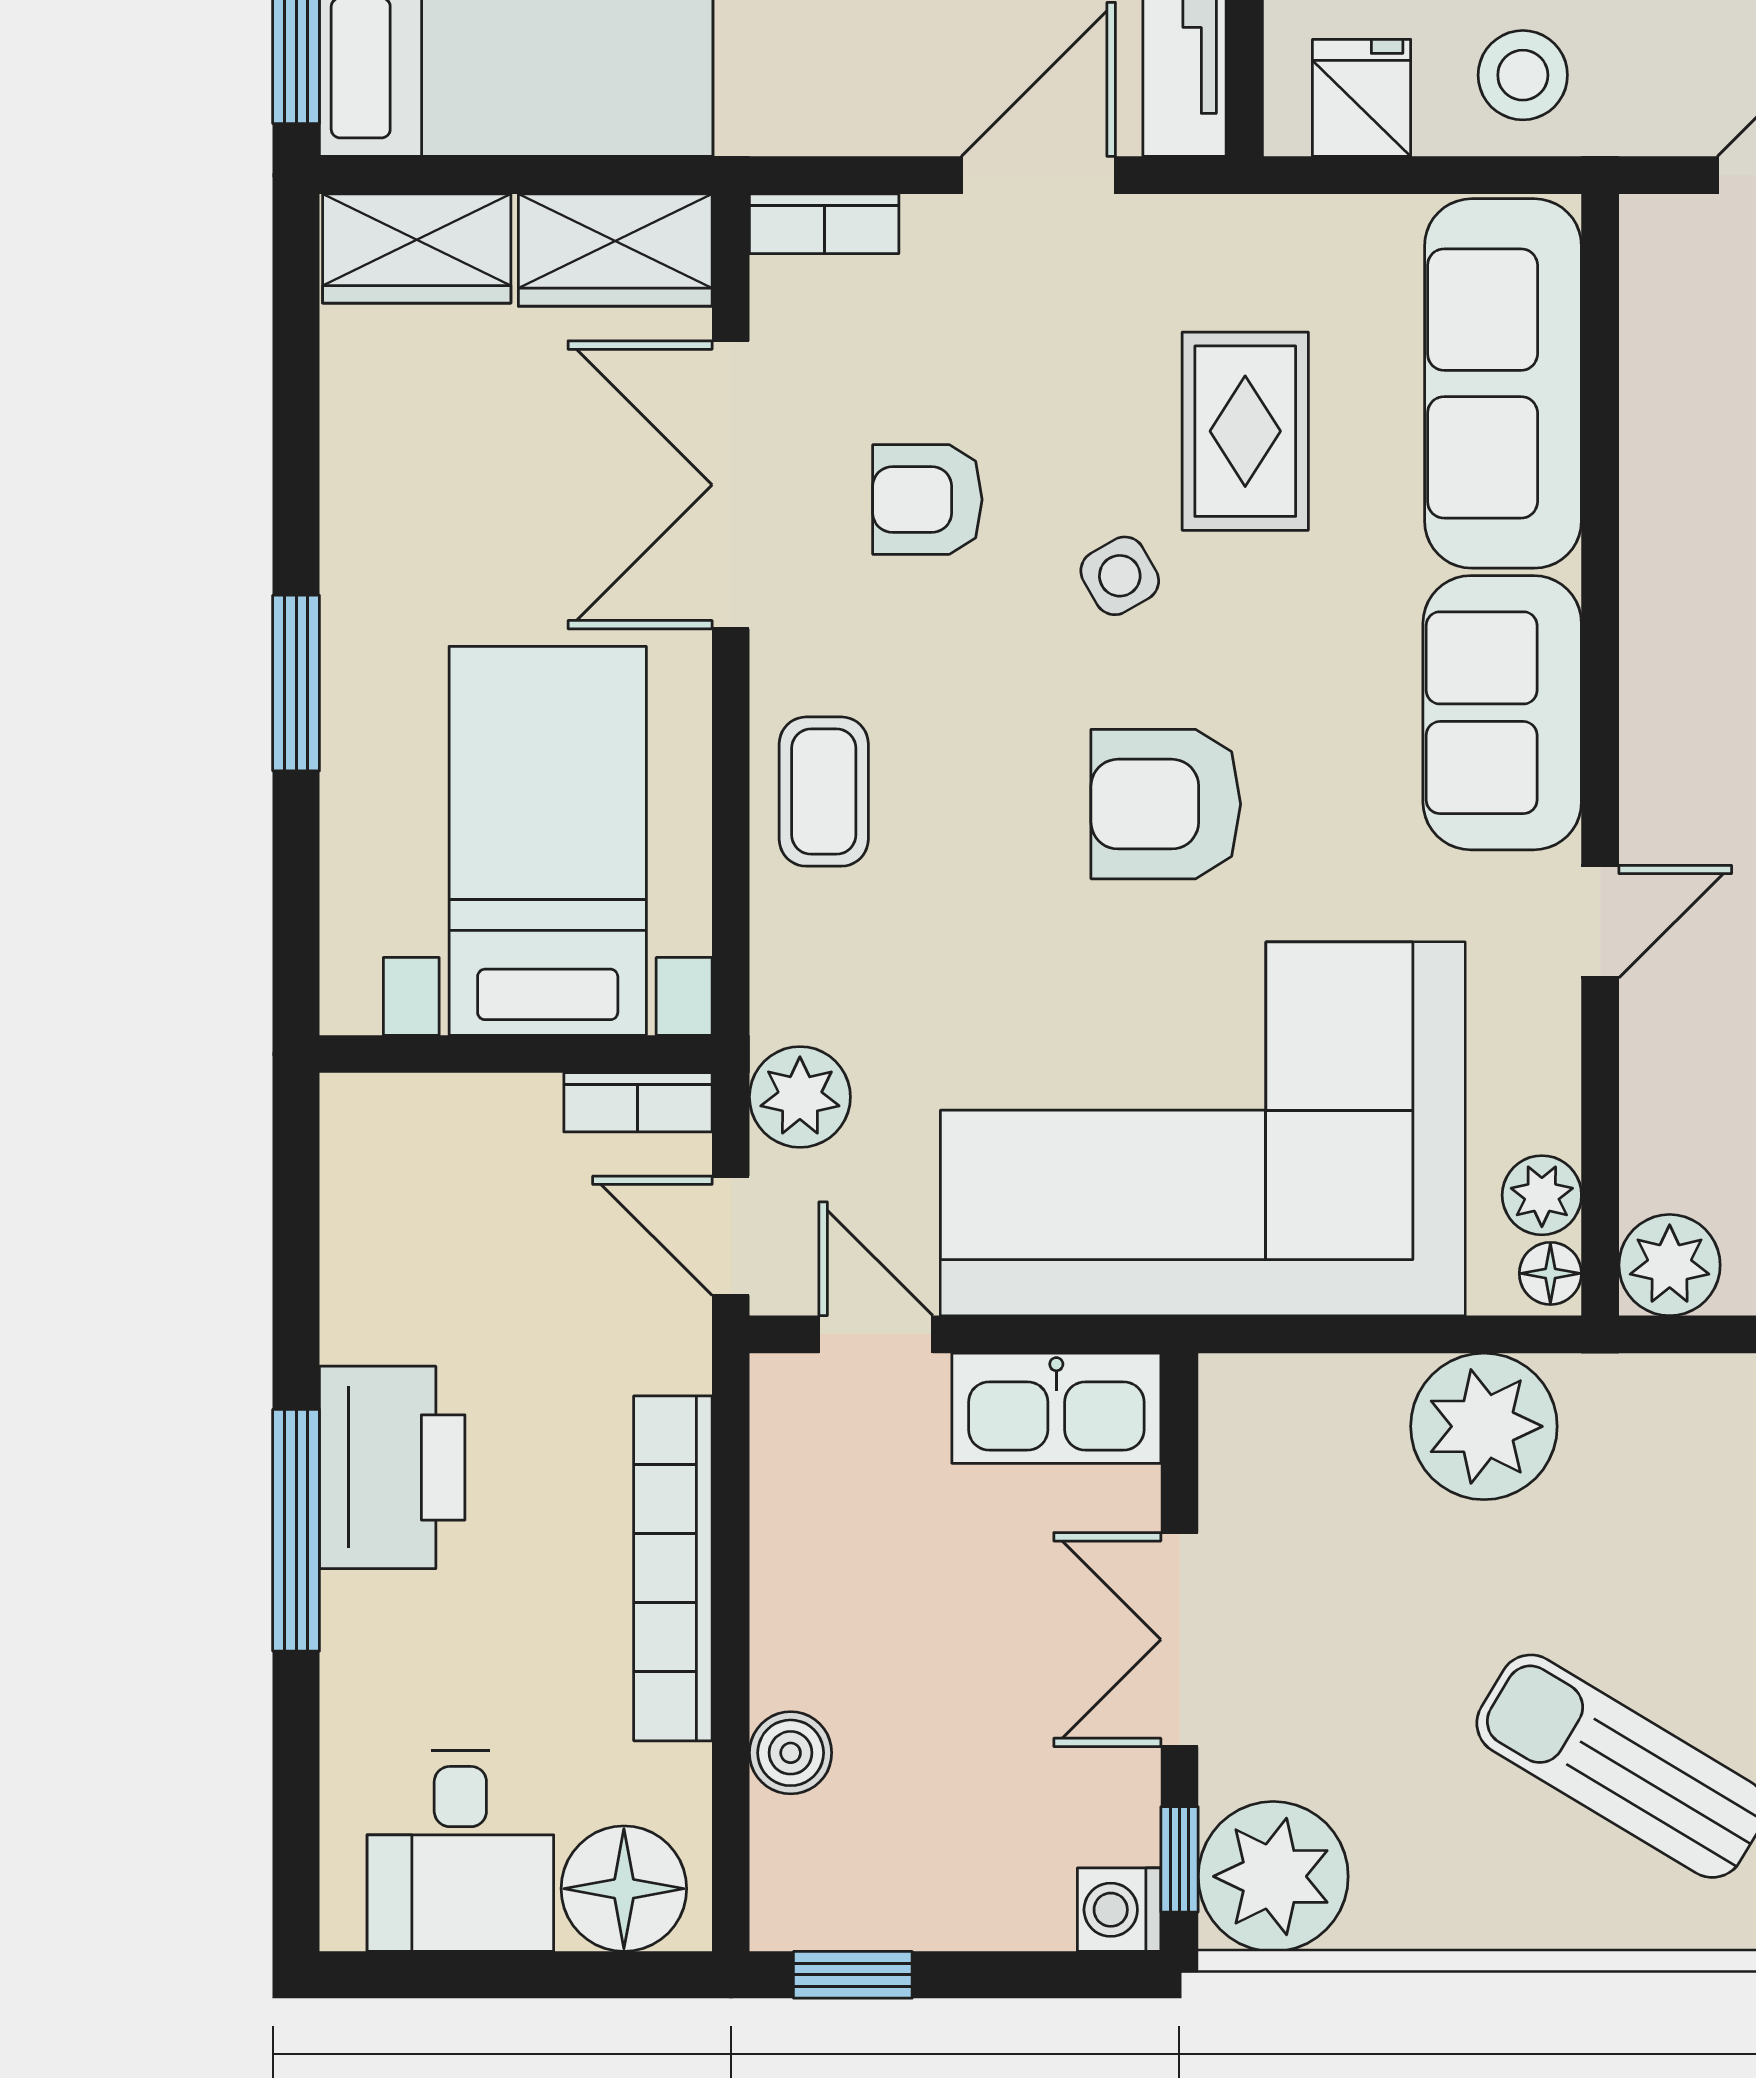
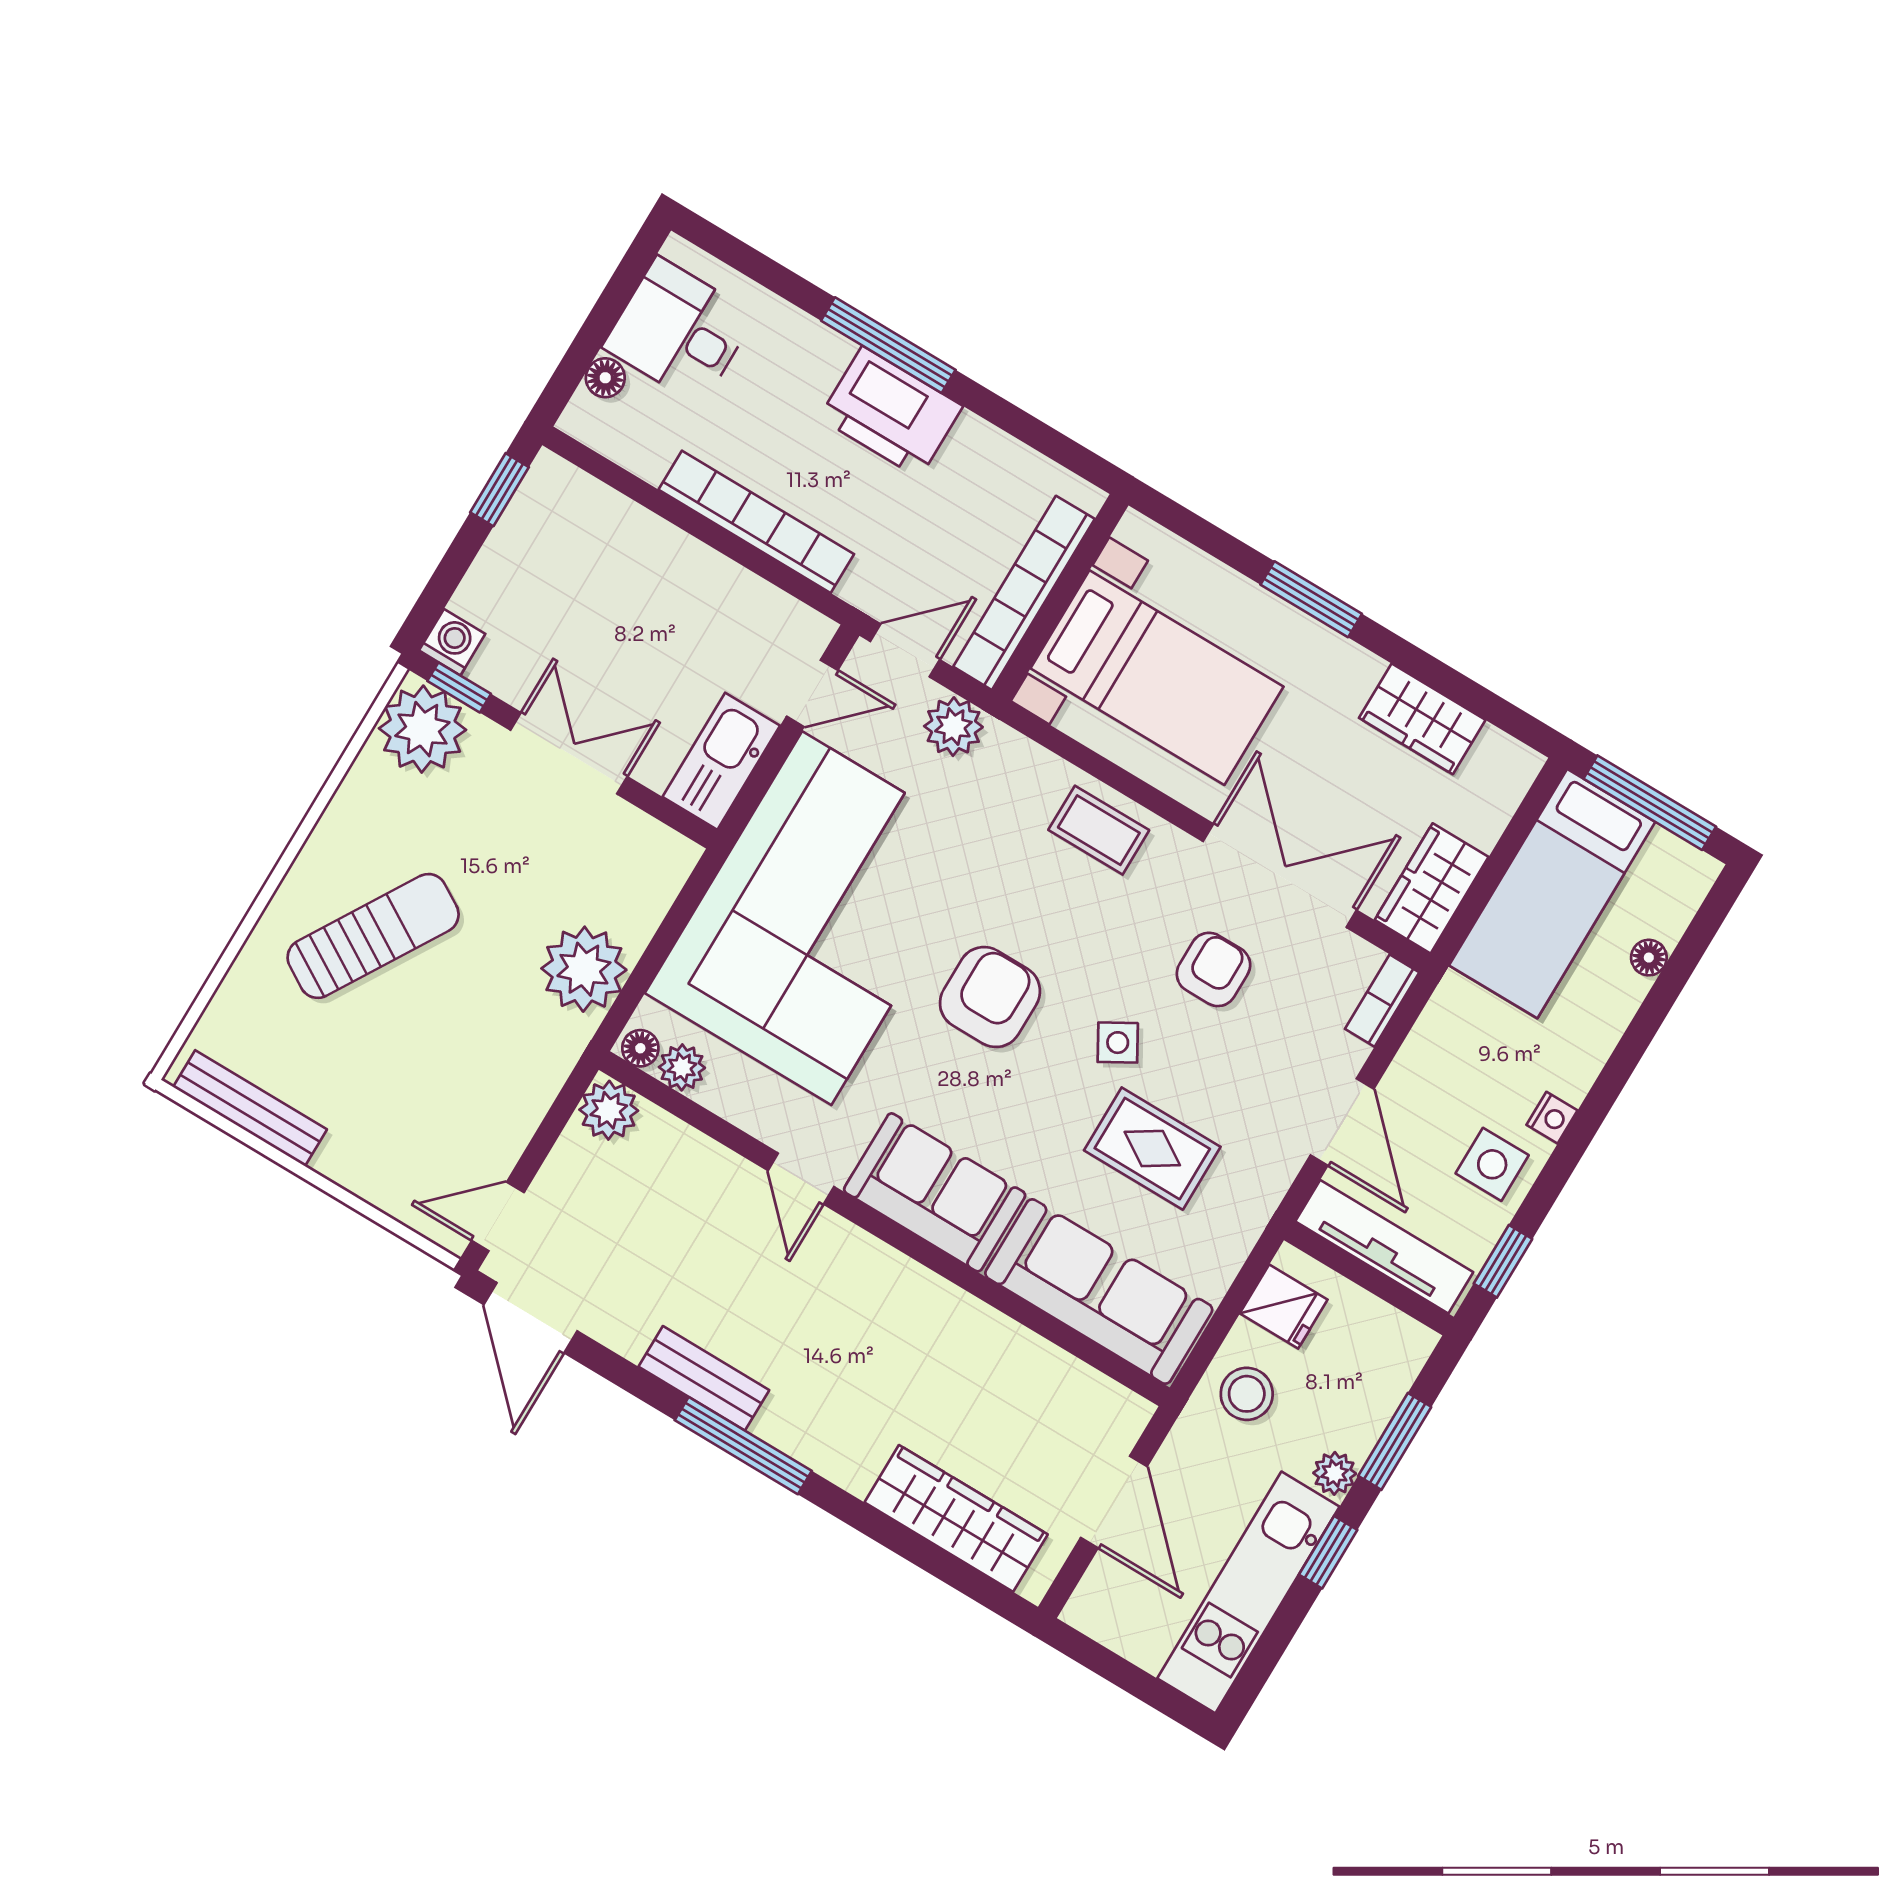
wardrobe: (417, 248) -> (1422, 719), moved, turned -90
bookcase: (638, 1102) -> (1024, 593), width x2.31, depth x1.31
boiler: (791, 1753) -> (629, 525), removed
floor lamp: (624, 1889) -> (605, 378), width x0.53, depth x0.53

